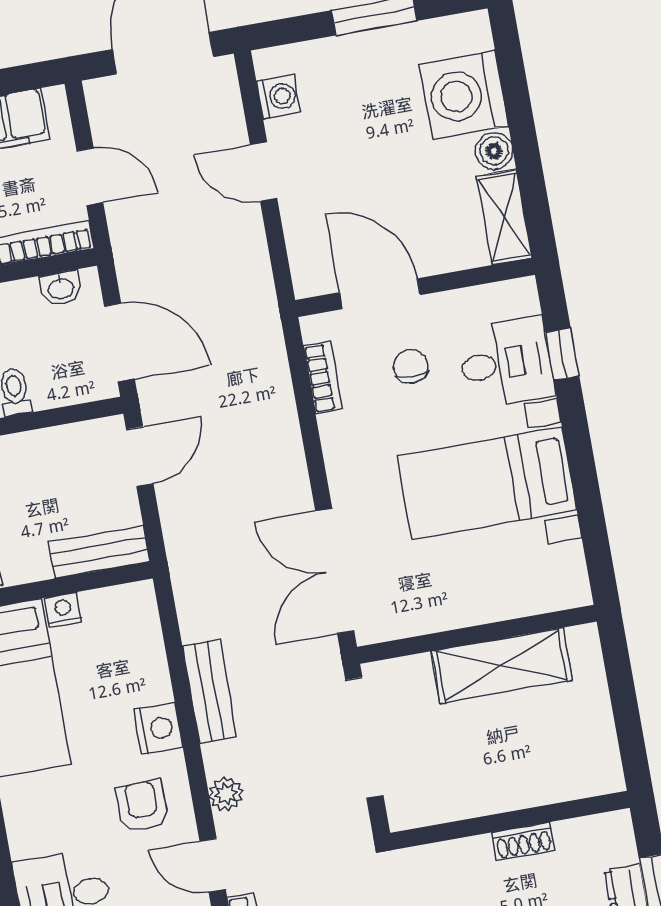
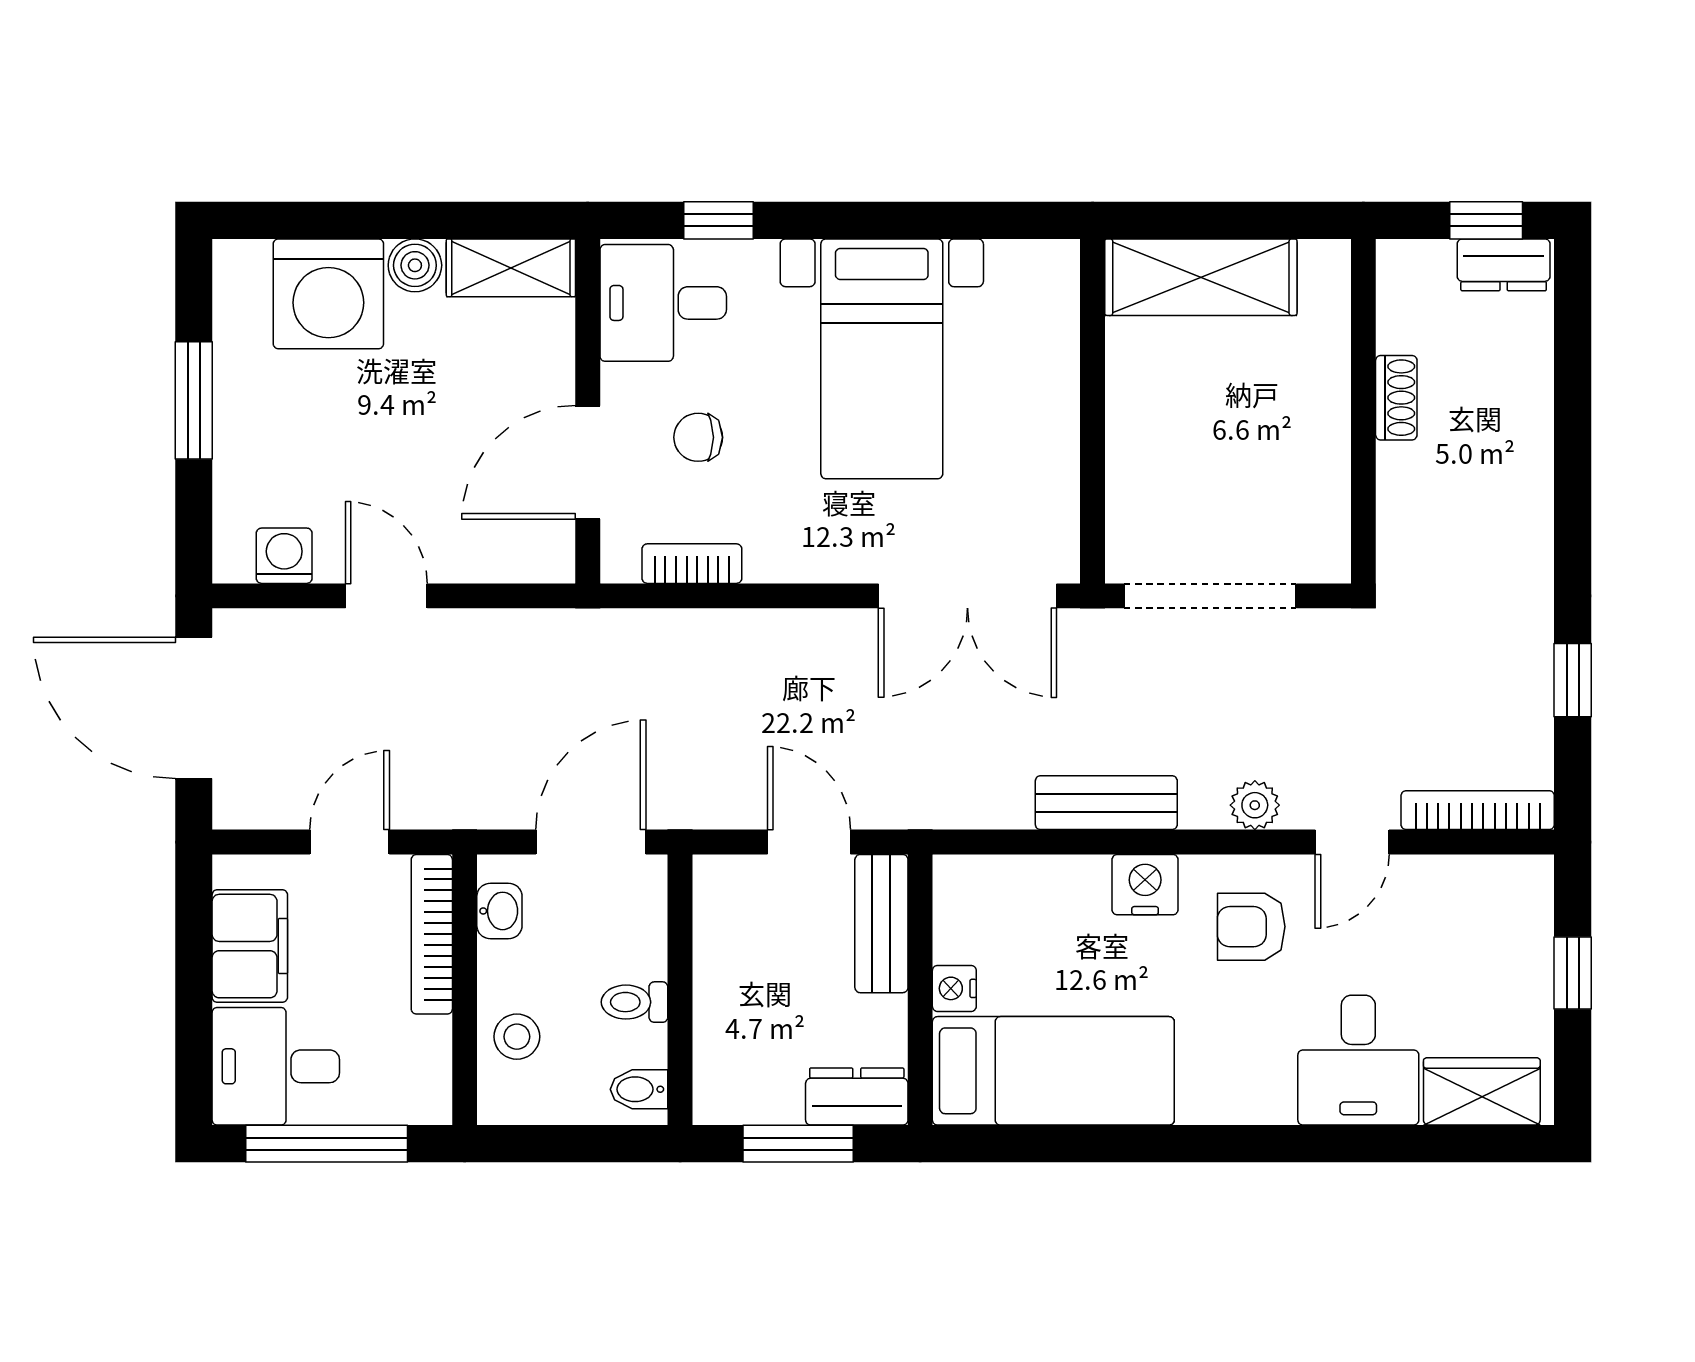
door: (264, 172) -> (386, 596), swing flipped
desk: (506, 363) -> (663, 303), moved, turned -90
door: (140, 457) -> (809, 842), moved
shelving: (502, 666) -> (1201, 277), moved, turned 90

